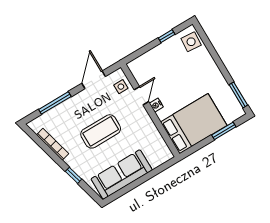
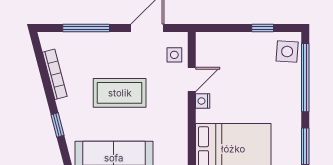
window: (212, 51) -> (305, 78), added

